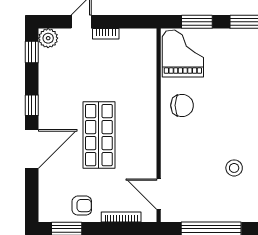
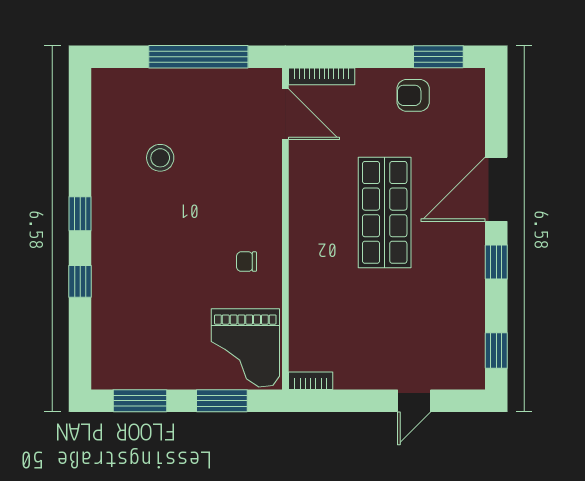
bookcase: (106, 34) -> (311, 381), moved
plant: (48, 38) -> (469, 373), removed
chair: (182, 105) -> (247, 262), width x0.54, depth x0.54
bookcase: (121, 217) -> (322, 76), moved

